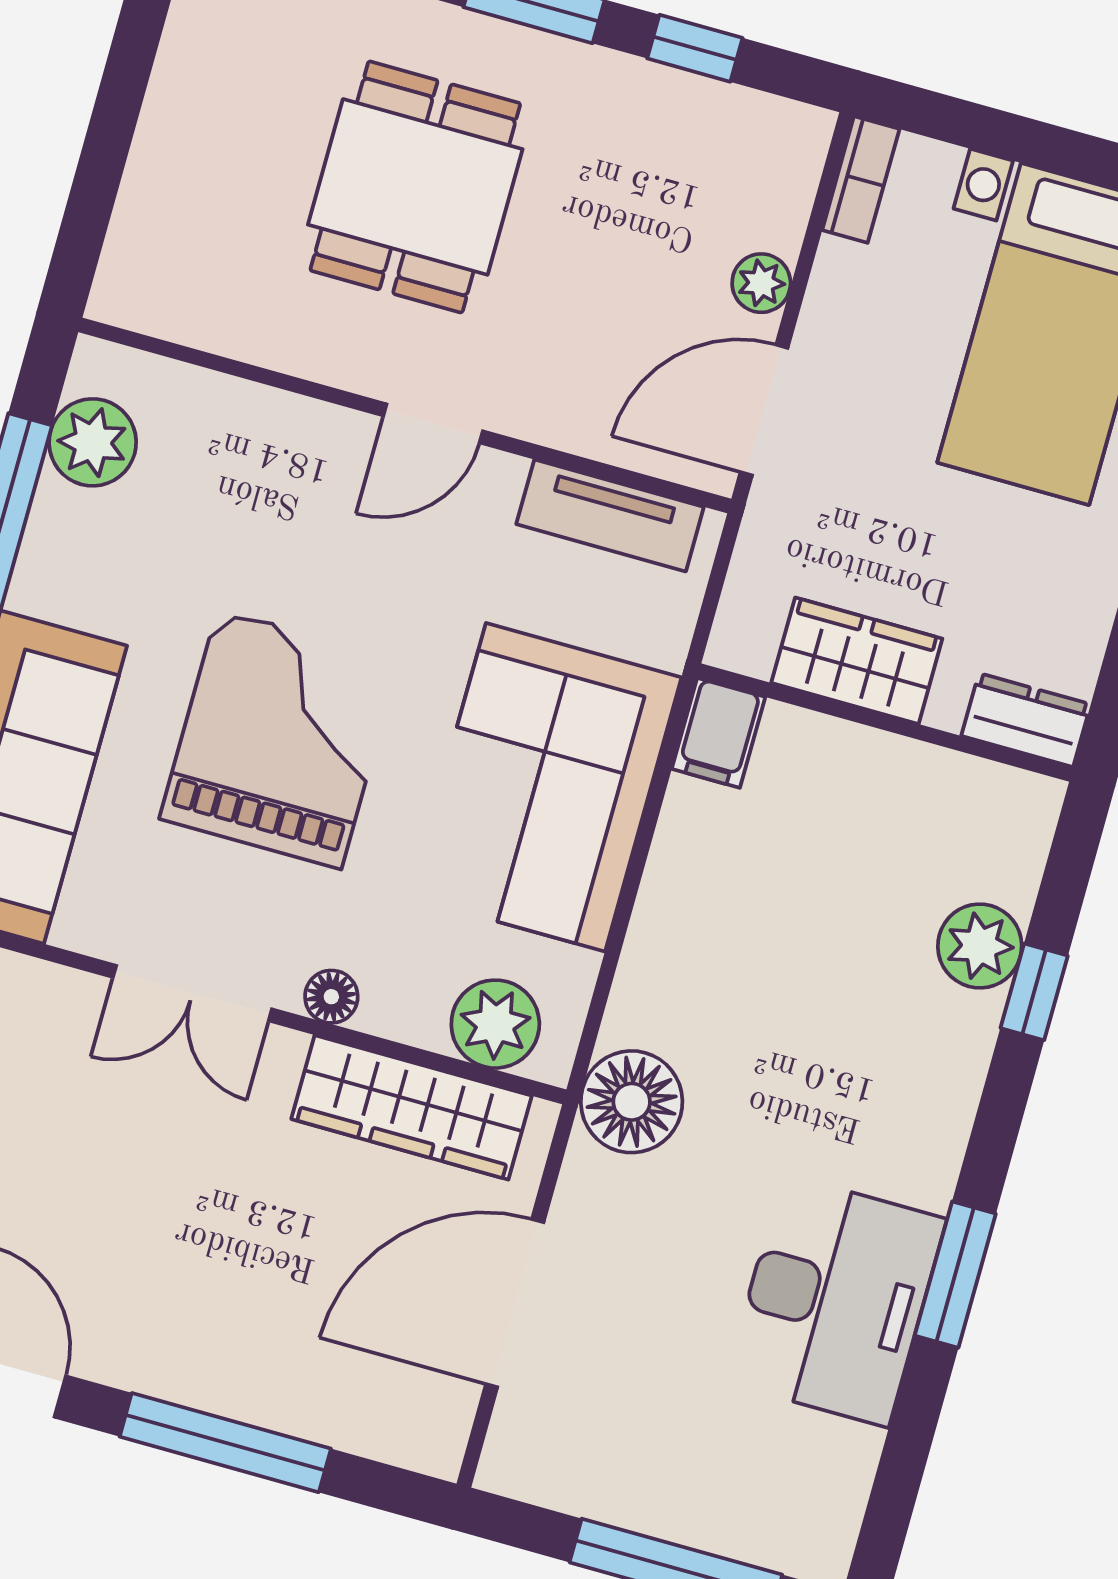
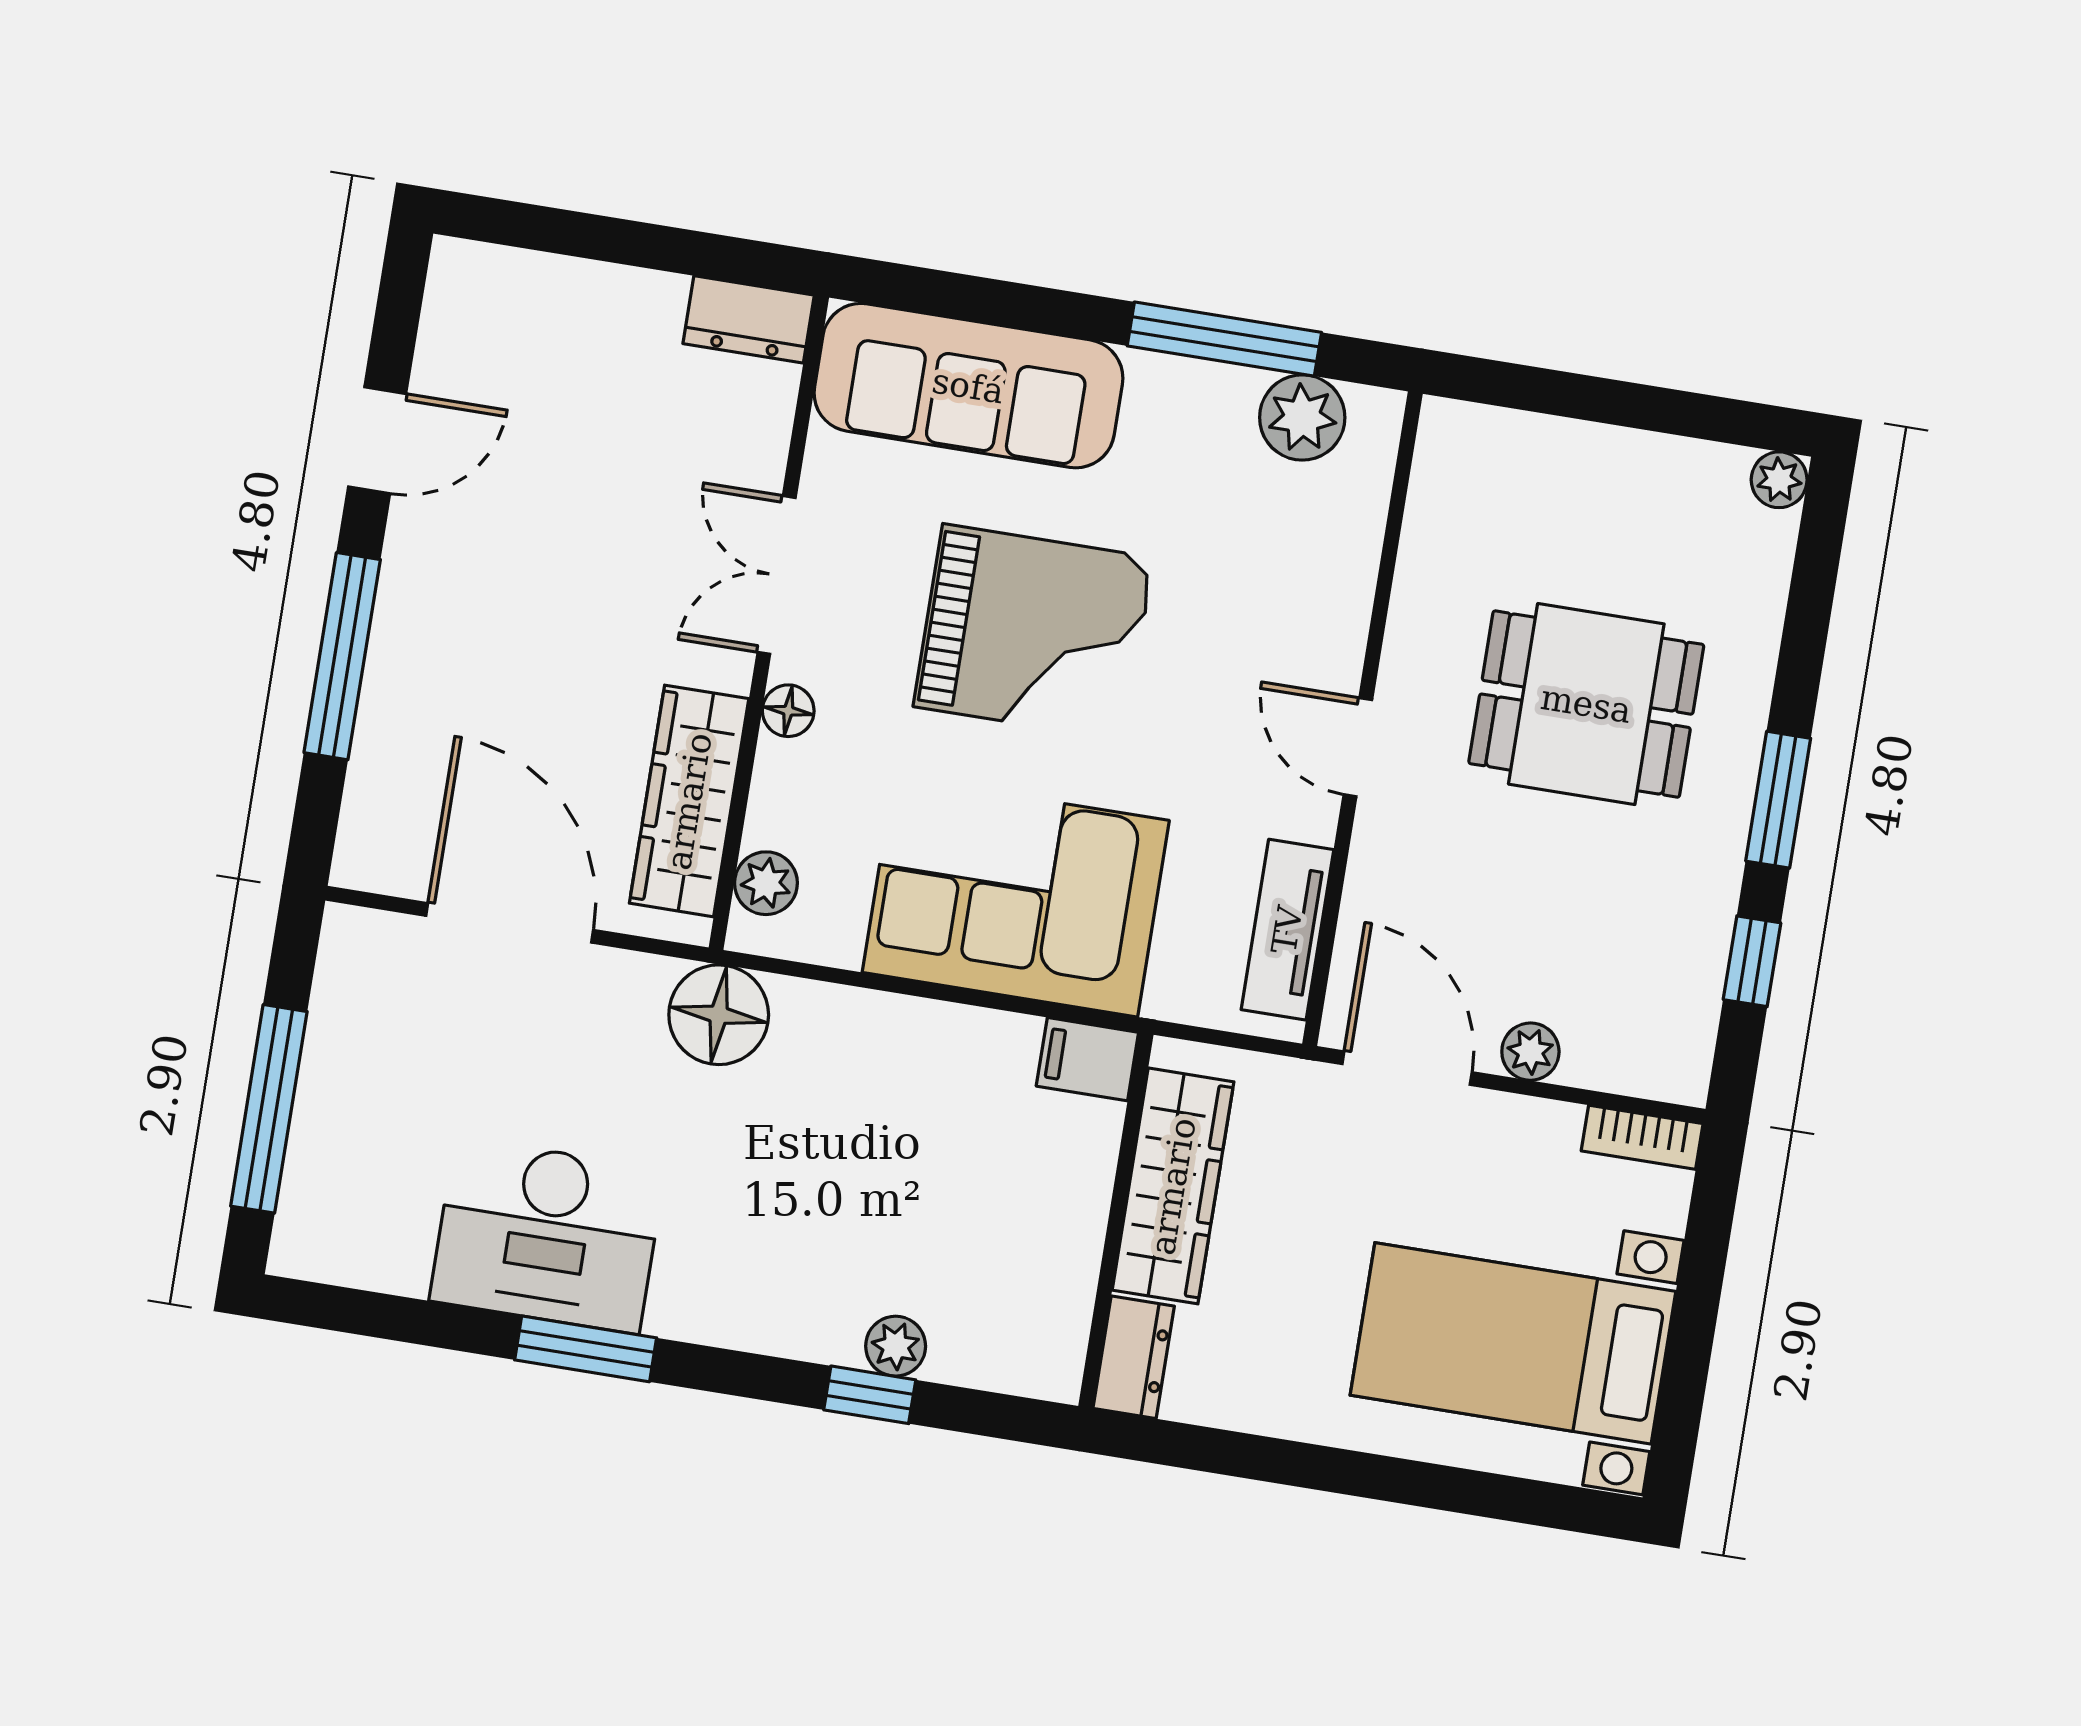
wardrobe: (857, 661) -> (1173, 1186), width x1.50
plant: (980, 946) -> (896, 1346), width x0.73, depth x0.73
plant: (495, 1024) -> (766, 883), width x0.73, depth x0.73

